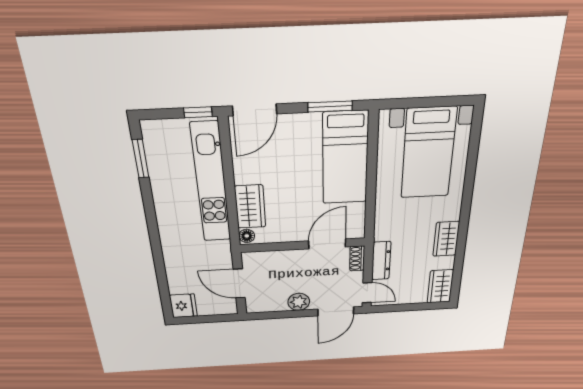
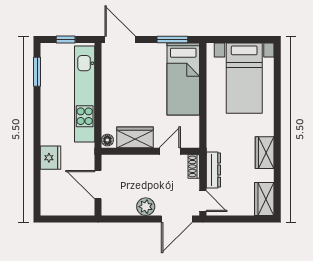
door: (255, 110) -> (120, 40), swing flipped
window: (198, 112) -> (66, 40), moved
wardrobe: (250, 207) -> (135, 137), moved, turned -90
door: (327, 244) -> (170, 151), width x0.73
fridge: (183, 306) -> (51, 158), moved

